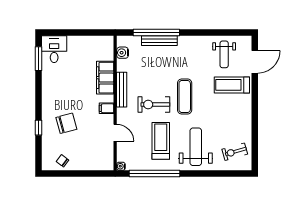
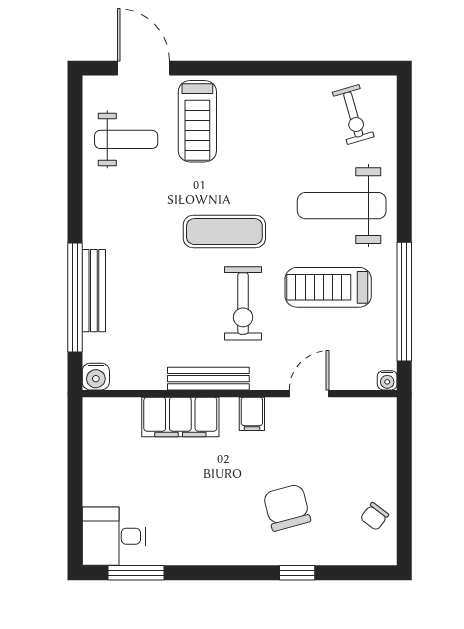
water cooler: (123, 53) -> (96, 377), moved

